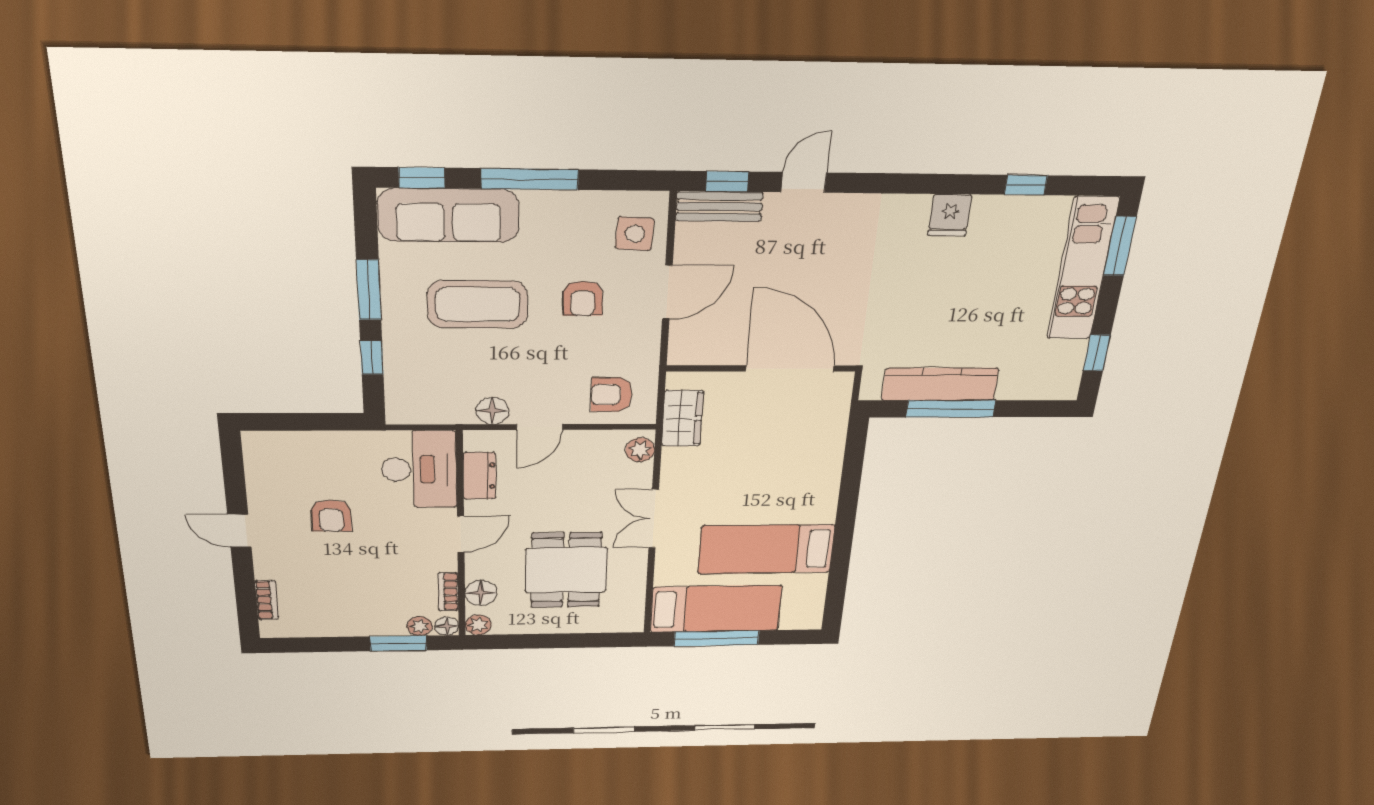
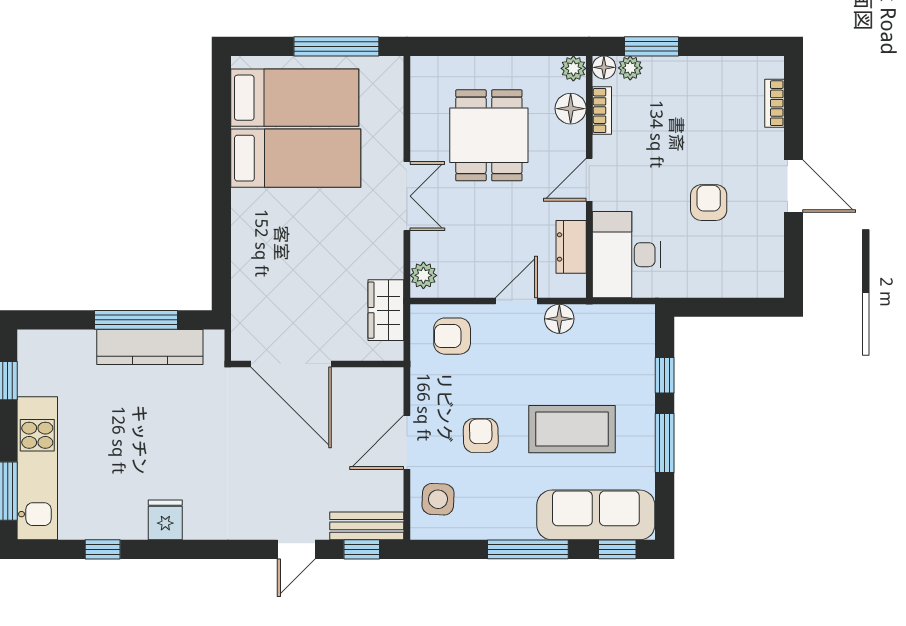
armchair: (611, 395) -> (452, 336), turned 180
door: (239, 531) -> (794, 186), width x1.38
bed: (716, 609) -> (295, 98), moved, turned 180

